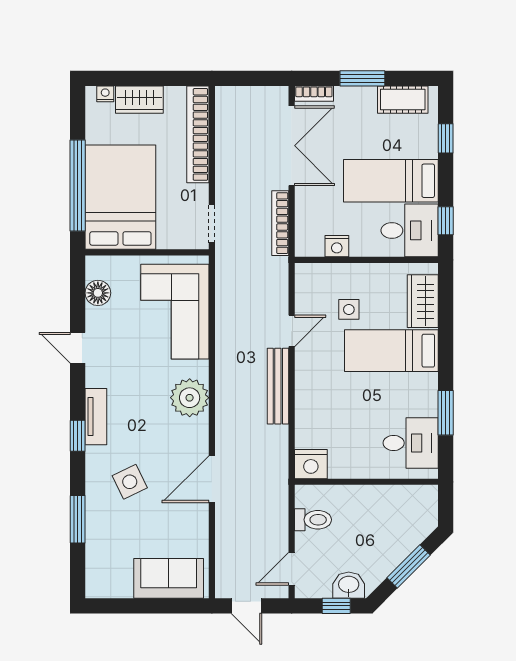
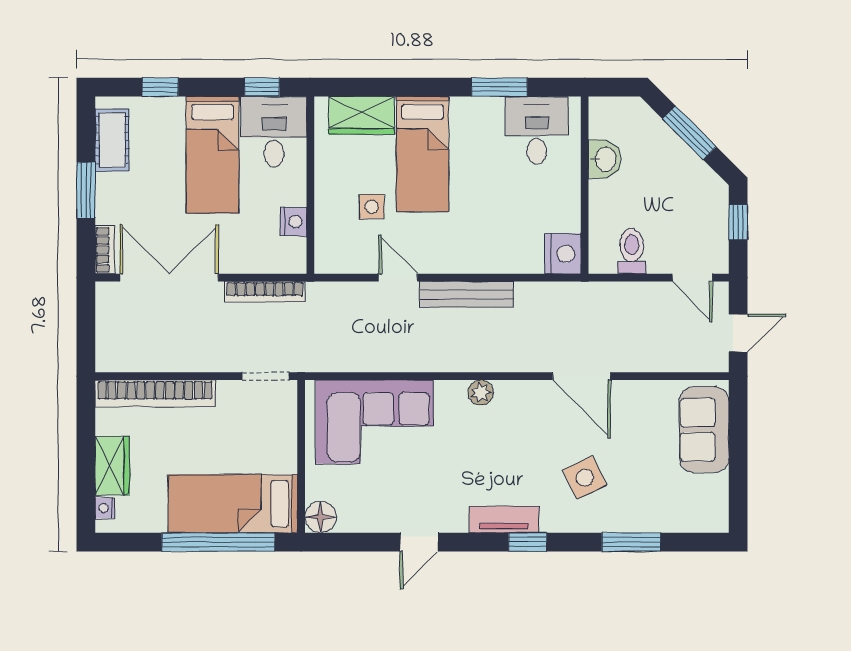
bed: (120, 197) -> (233, 504), width x0.67
floor lamp: (98, 293) -> (321, 517), moved
plant: (190, 398) -> (481, 393), width x0.53, depth x0.53
washbasin: (349, 585) -> (605, 159), moved, turned 180

